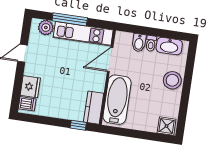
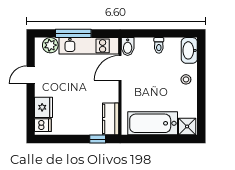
bidet: (139, 43) -> (128, 47), moved
washbasin: (169, 46) -> (189, 50), moved, turned 90
stool: (172, 80) -> (186, 79), width x0.53, depth x0.53
bathtub: (117, 100) -> (153, 123), moved, turned -90

